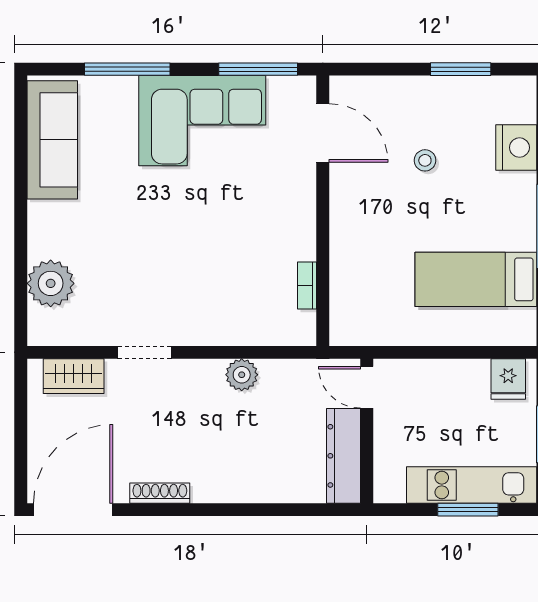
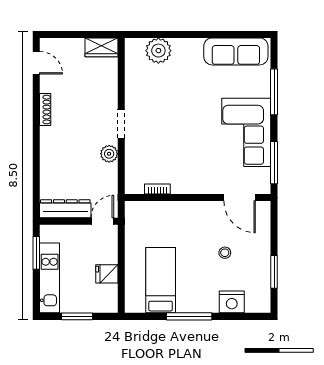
door: (323, 133) -> (240, 197), hinge flipped
doorway: (144, 352) -> (121, 124), moved
wardrobe: (74, 376) -> (102, 47), moved, turned -90
fridge: (508, 379) -> (107, 274), moved
door: (73, 510) -> (36, 63), width x0.53
window: (468, 510) -> (36, 253), moved

